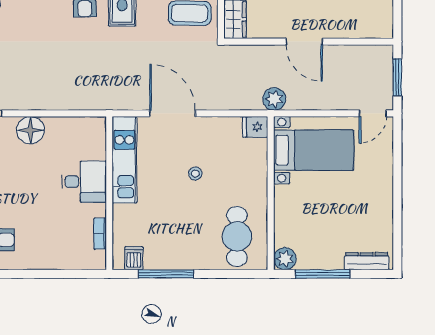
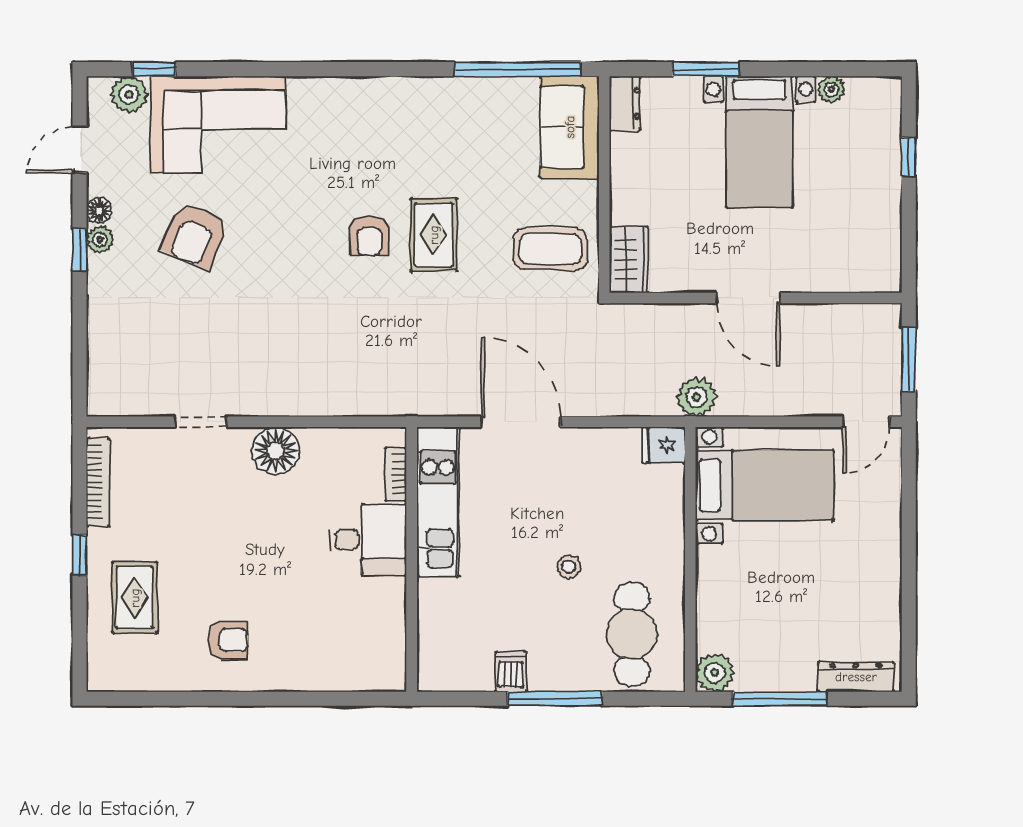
stool: (195, 174) -> (569, 567), moved
bookcase: (100, 234) -> (396, 474), moved
dishwasher: (134, 258) -> (511, 672), moved
window: (166, 274) -> (555, 699), moved

